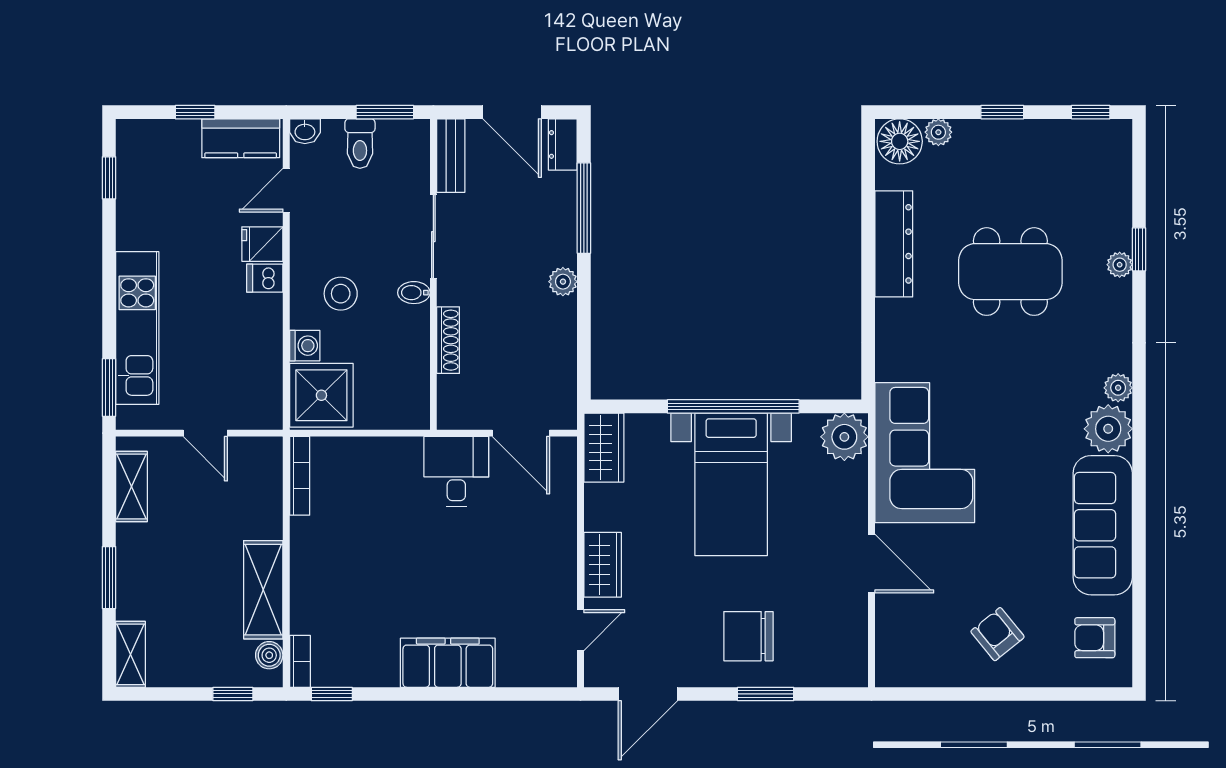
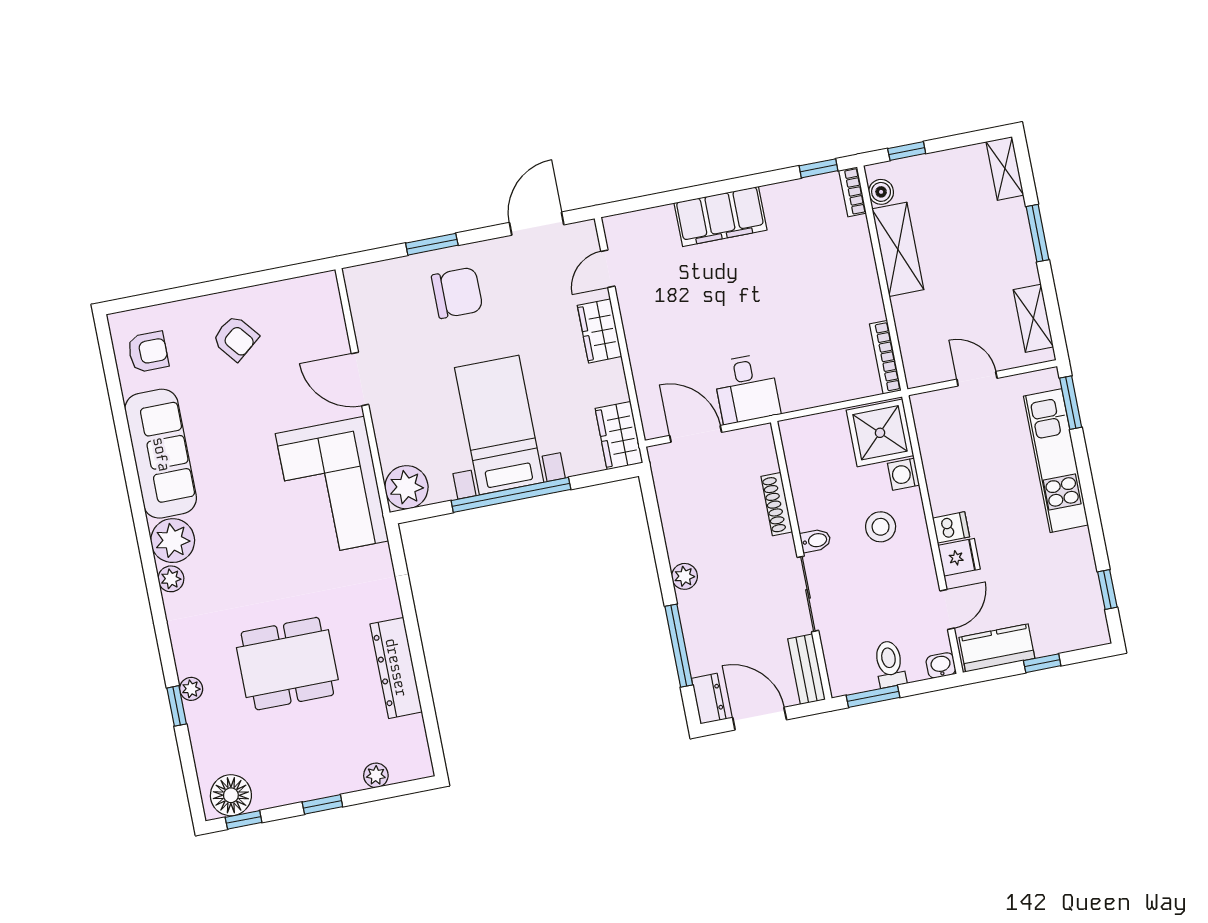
floor lamp: (900, 141) -> (231, 795), moved

